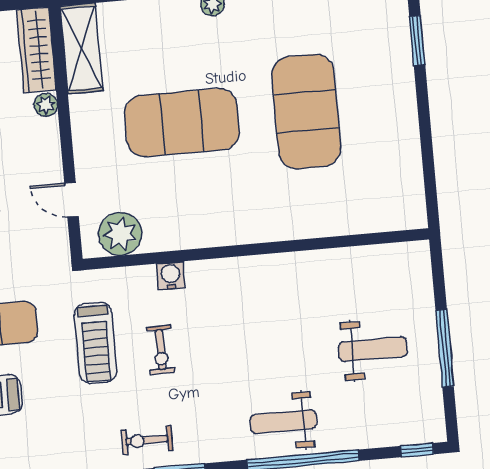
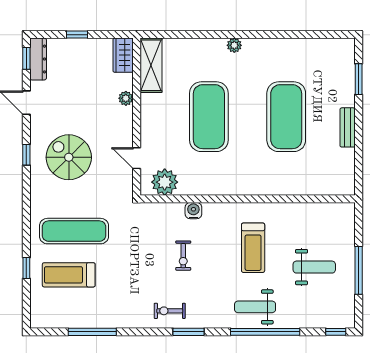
wardrobe: (36, 50) -> (123, 55), width x0.67
bench: (406, 120) -> (348, 127), added
exercise mat: (182, 123) -> (209, 117), turned 90
treadmill: (96, 343) -> (253, 248), moved

